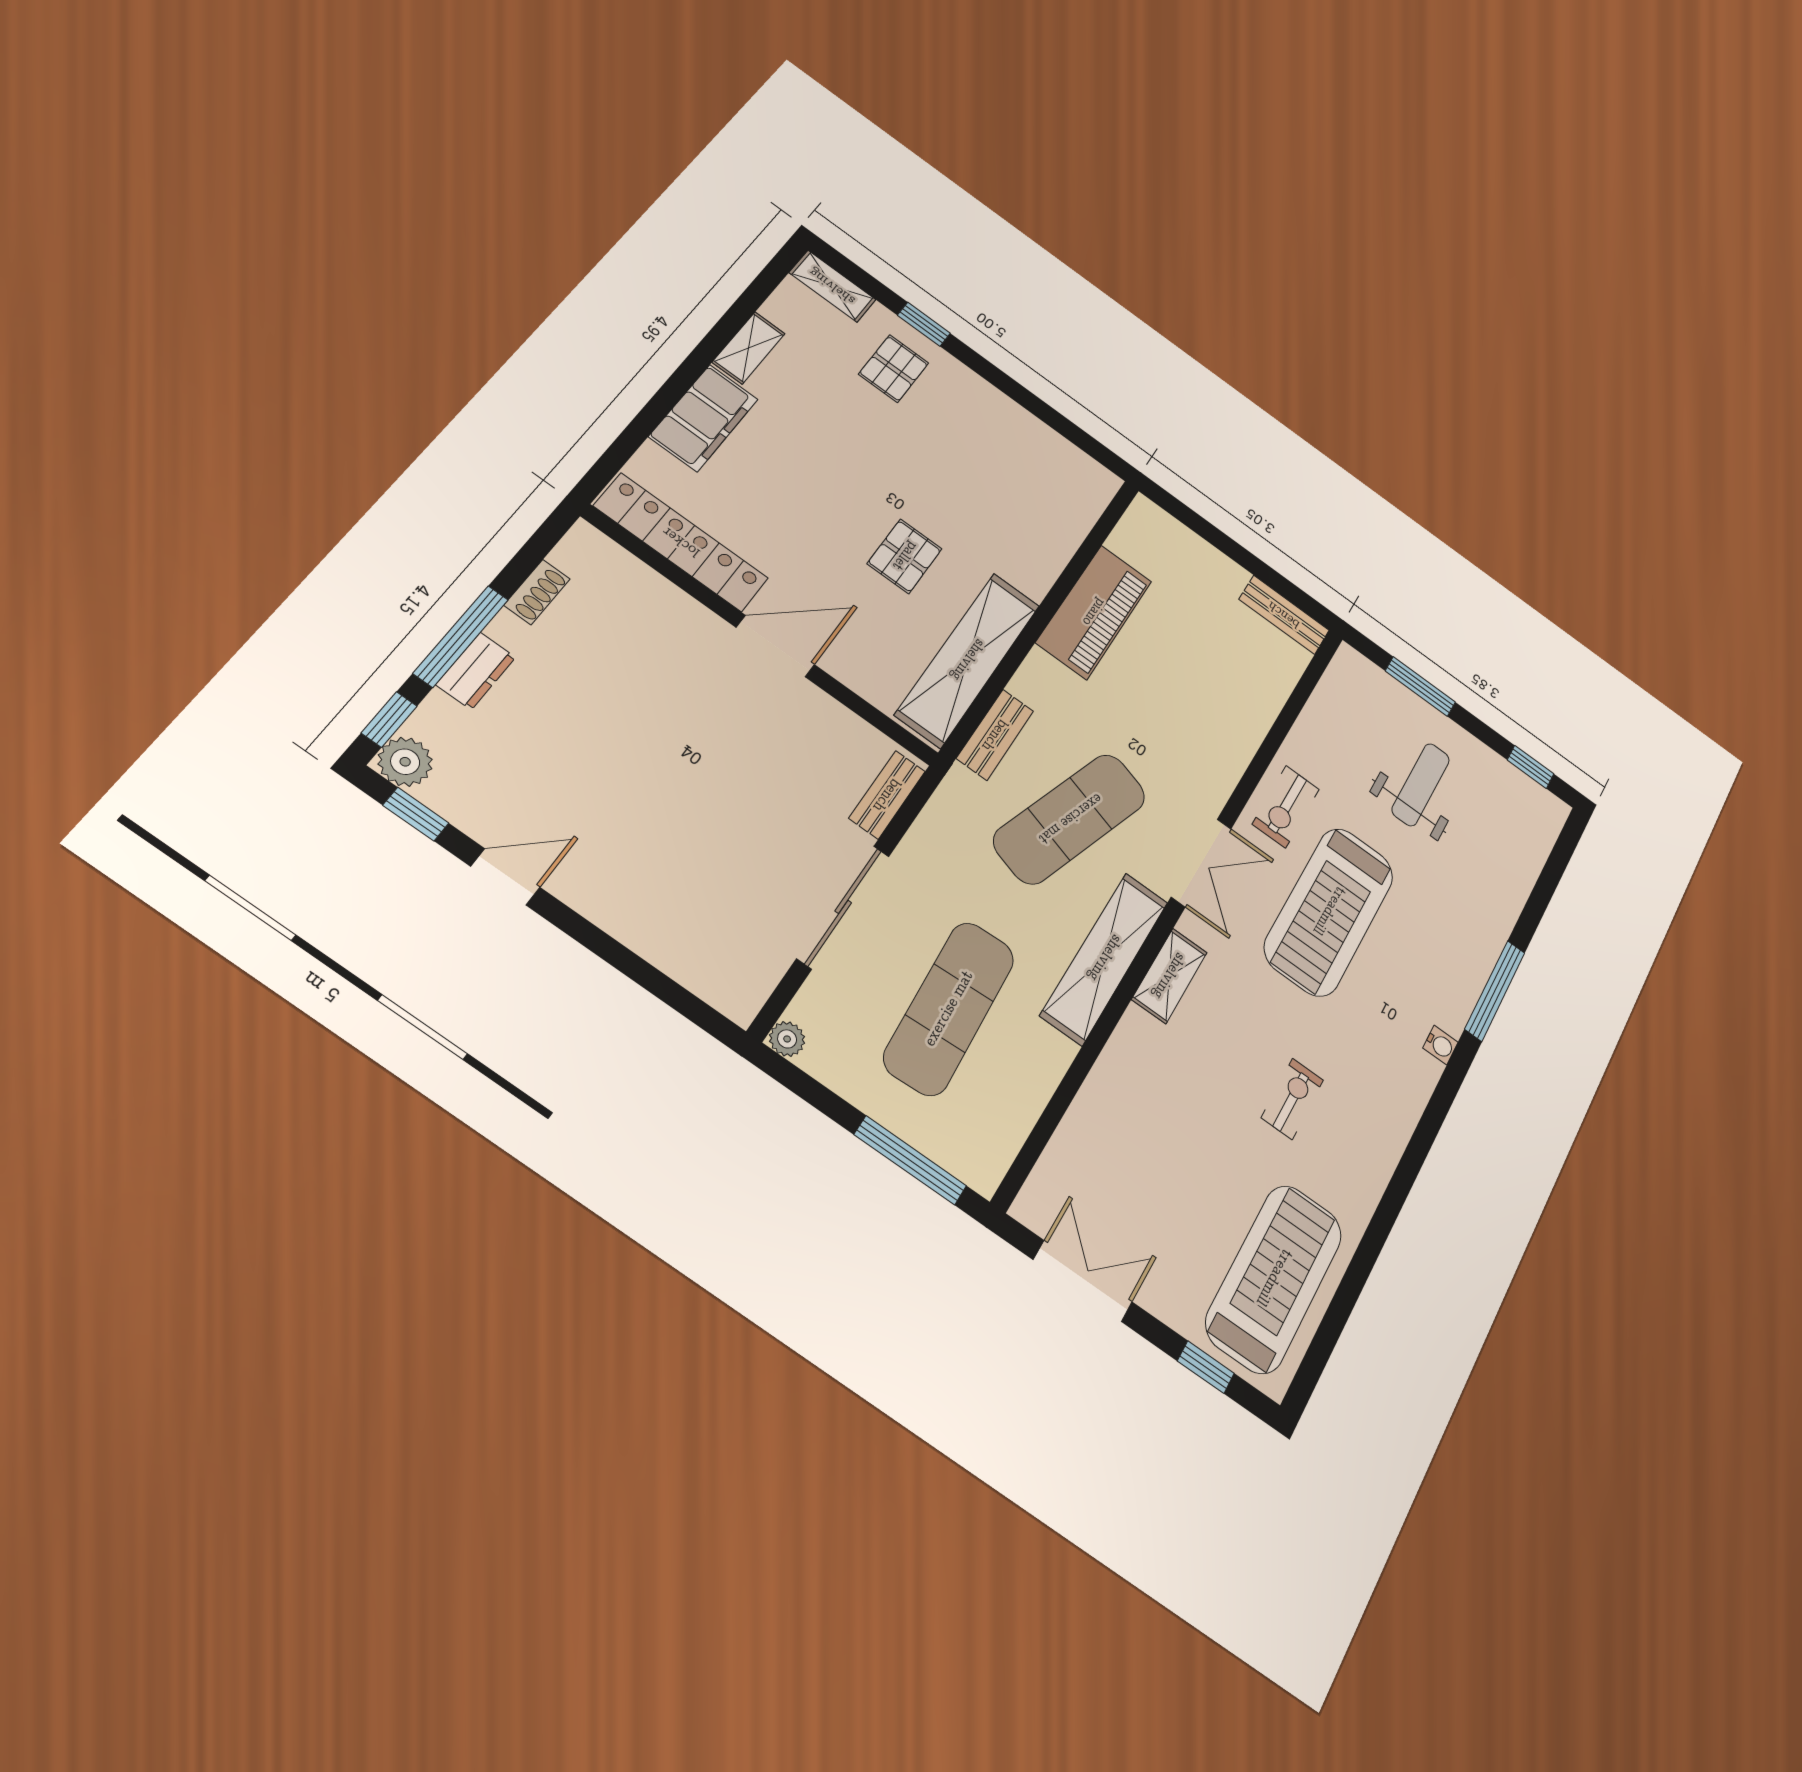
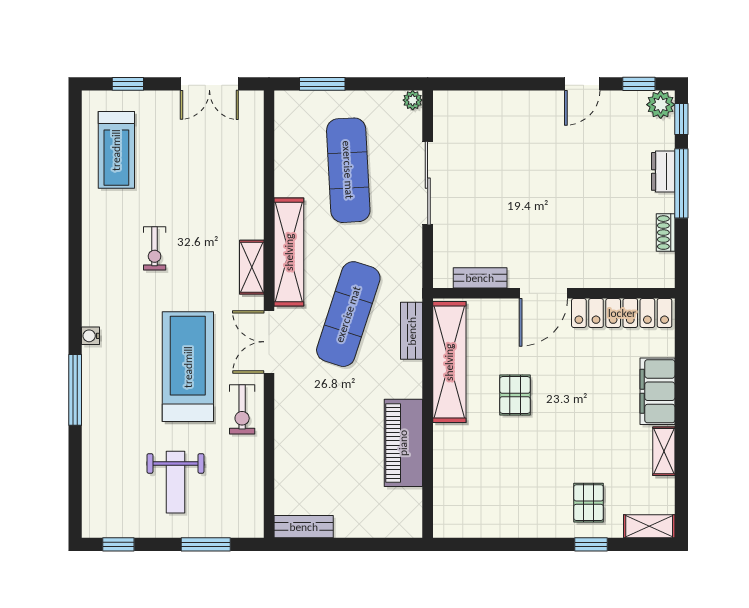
bench: (887, 795) -> (480, 278), moved, turned 90
exercise bike: (1286, 807) -> (242, 409), turned 180
window: (910, 1160) -> (322, 84), width x0.69
treadmill: (1274, 1278) -> (116, 150), width x0.73, depth x0.73

